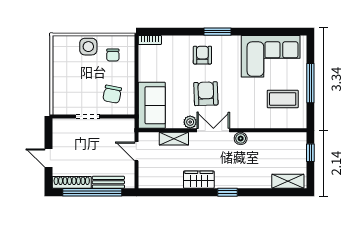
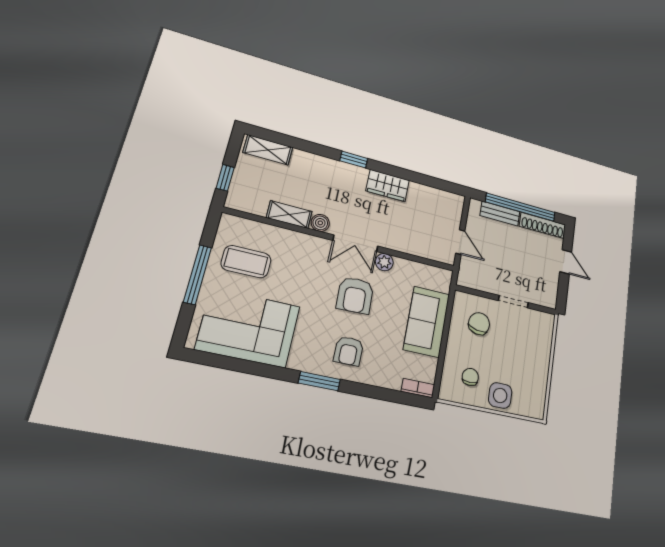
sofa: (152, 105) -> (427, 322), moved
shelving: (174, 139) -> (289, 215), moved

